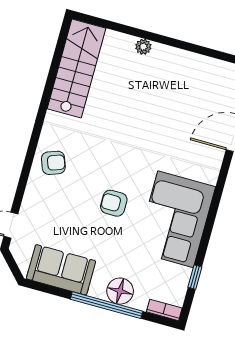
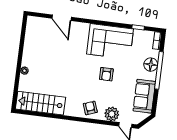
plant: (36, 202) -> (112, 114), added

